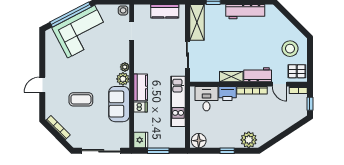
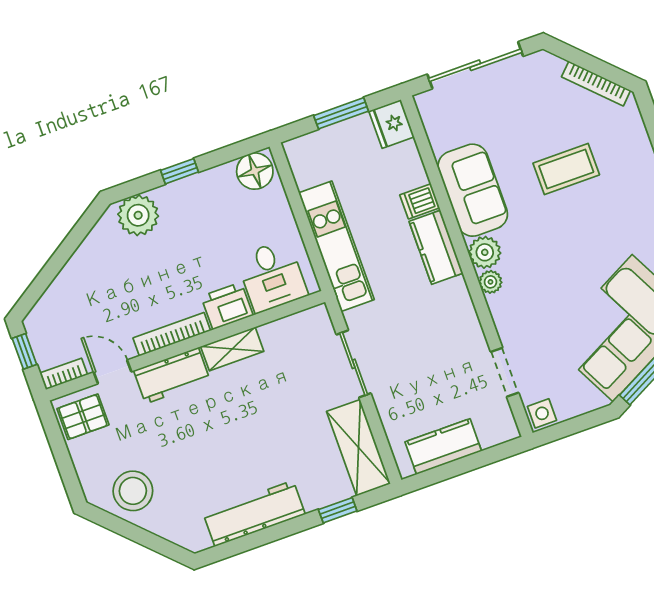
stool: (290, 49) -> (133, 491), moved

